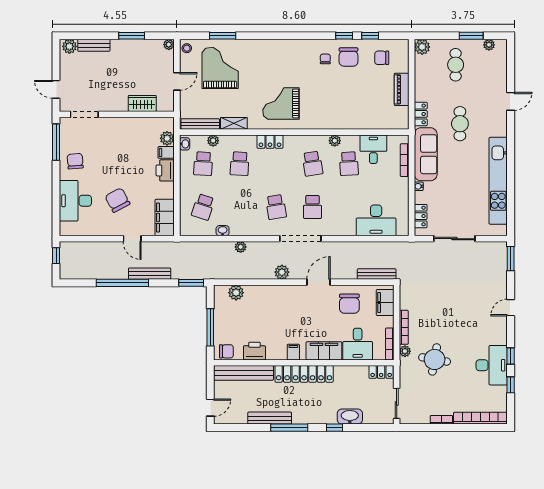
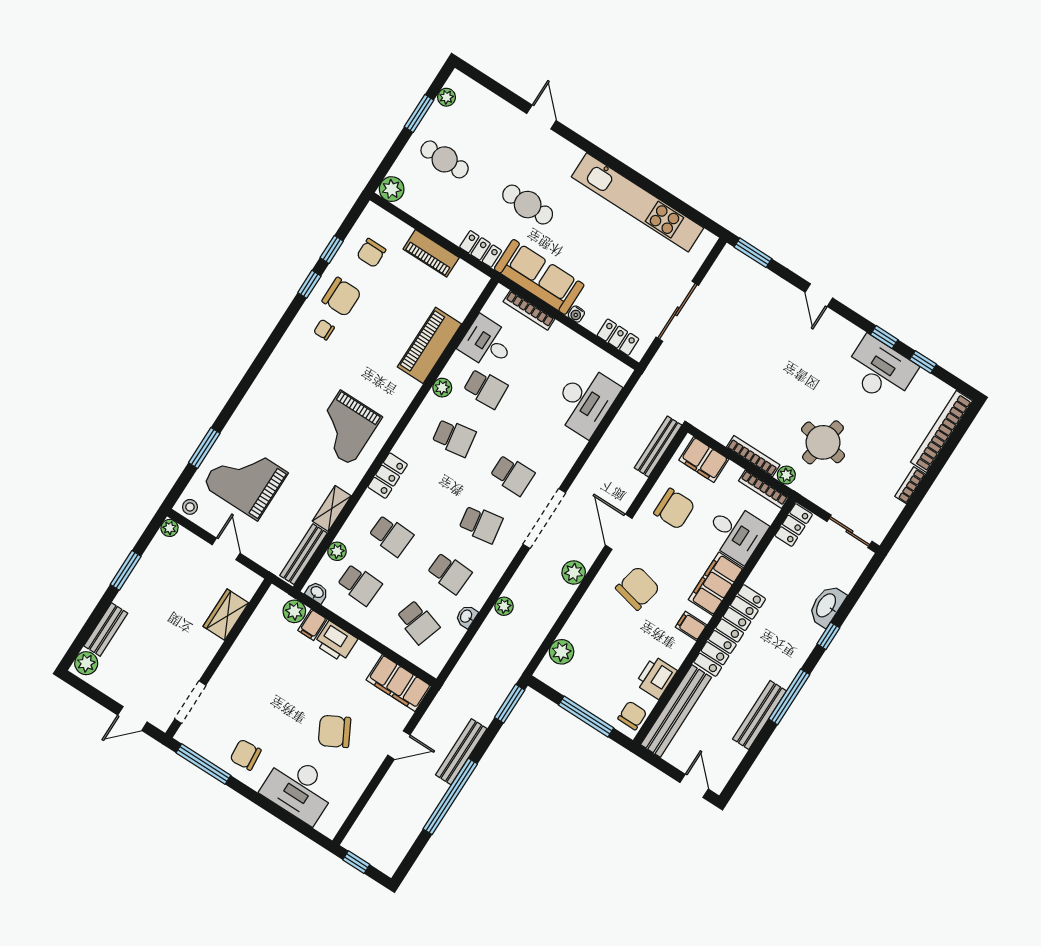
piano: (353, 120) -> (429, 345), added
school desk: (240, 207) -> (449, 573), added
chair: (295, 311) -> (638, 588), added

